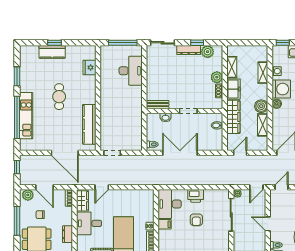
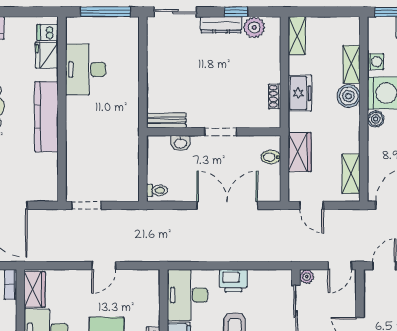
dishwasher: (90, 55) -> (48, 33), added
shelving: (232, 67) -> (297, 36), moved
desk: (131, 71) -> (86, 69), moved, turned 180
plant: (217, 77) -> (271, 72), removed
boiler: (261, 106) -> (349, 96), moved
wardrobe: (233, 117) -> (300, 152), width x0.67
kitchen counter: (89, 124) -> (46, 117), moved
shelving: (263, 125) -> (351, 174), moved
double door: (180, 153) -> (227, 205), moved
door: (240, 153) -> (312, 205), swing flipped
door: (102, 187) -> (104, 266), moved

